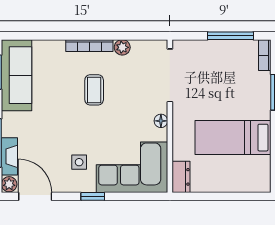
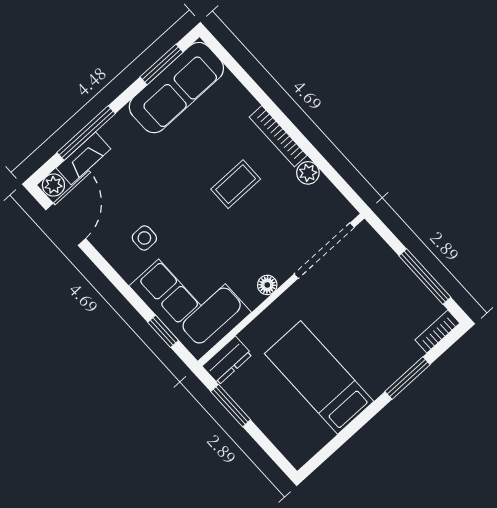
window: (93, 196) -> (163, 331), moved
window: (206, 196) -> (231, 406), added

